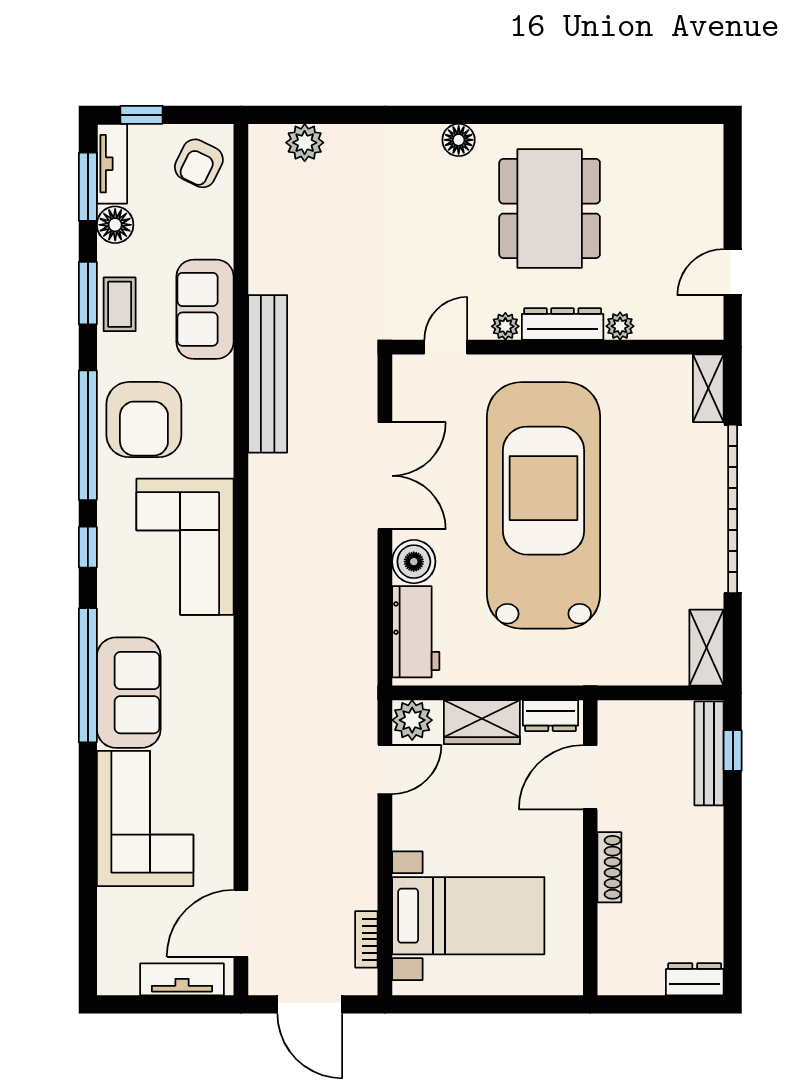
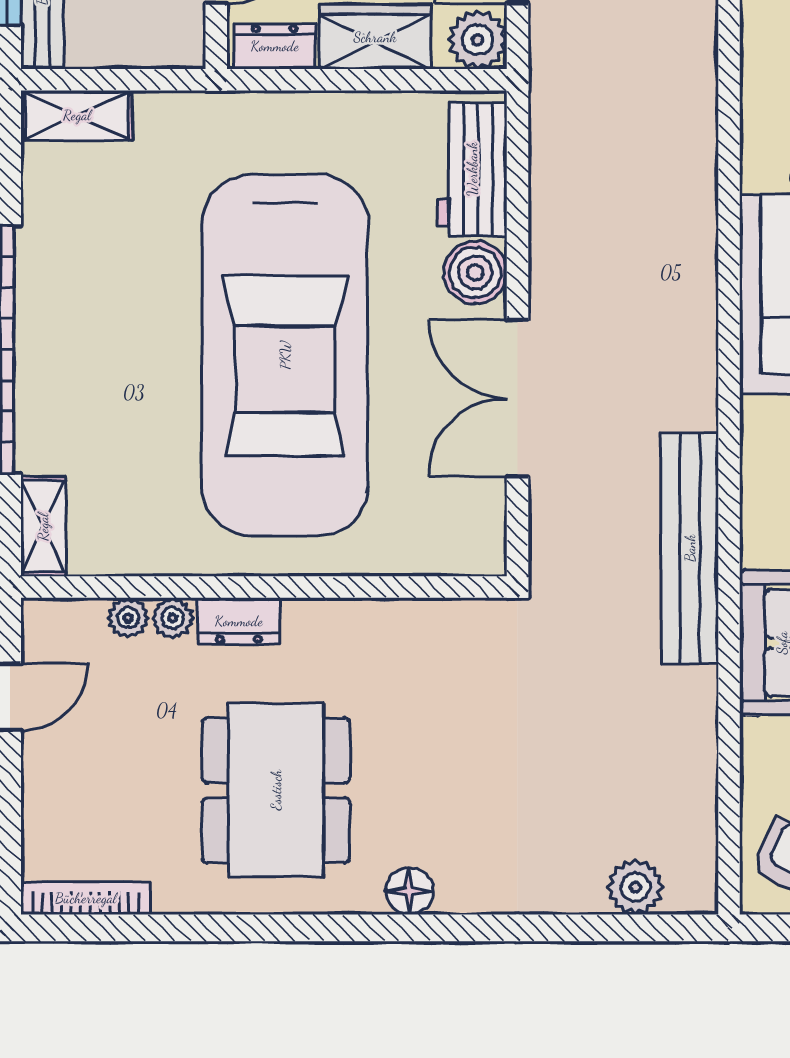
bookcase: (679, 135) -> (86, 898), added
dresser: (563, 324) -> (239, 621), width x0.70
plant: (505, 326) -> (128, 618), moved
door: (446, 347) -> (428, 587), removed
shelving: (706, 648) -> (77, 115), moved, turned 90

